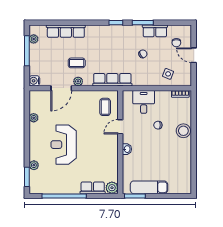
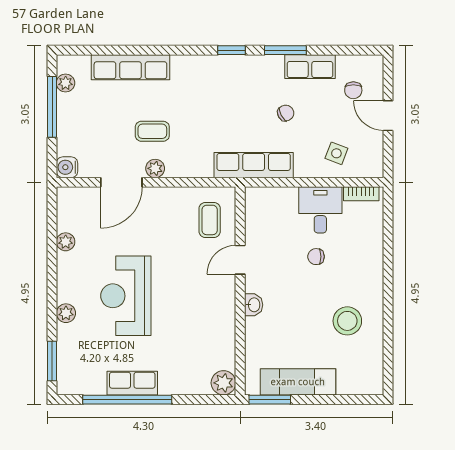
row of seats: (112, 80) -> (254, 165), moved
desk: (144, 102) -> (320, 210), moved
stool: (183, 131) -> (347, 321), moved
plant: (34, 165) -> (66, 313), moved
row of seats: (93, 188) -> (132, 383), moved

